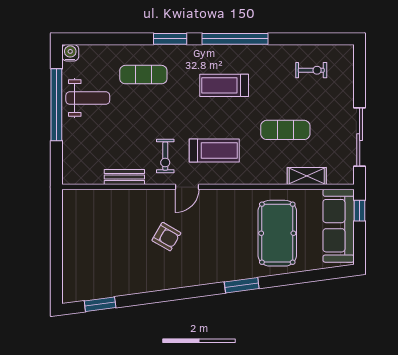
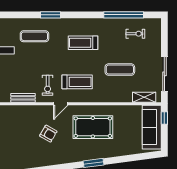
window: (235, 39) -> (124, 15), moved
shelving: (307, 176) -> (144, 97), moved
pool table: (277, 233) -> (93, 127), moved, turned 90

